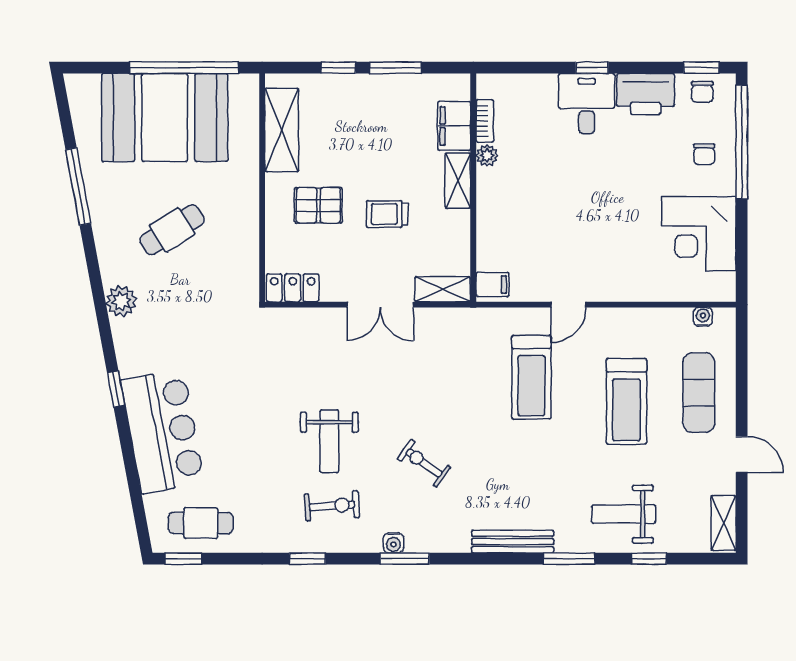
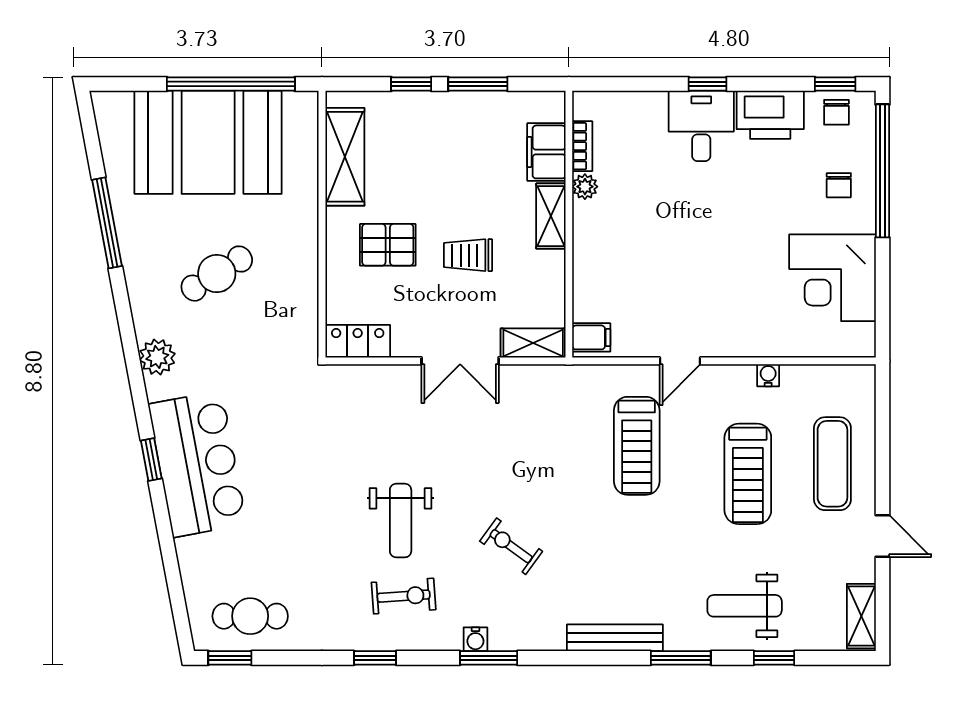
water cooler: (703, 317) -> (768, 375), moved
bar counter: (163, 431) -> (197, 464), moved

